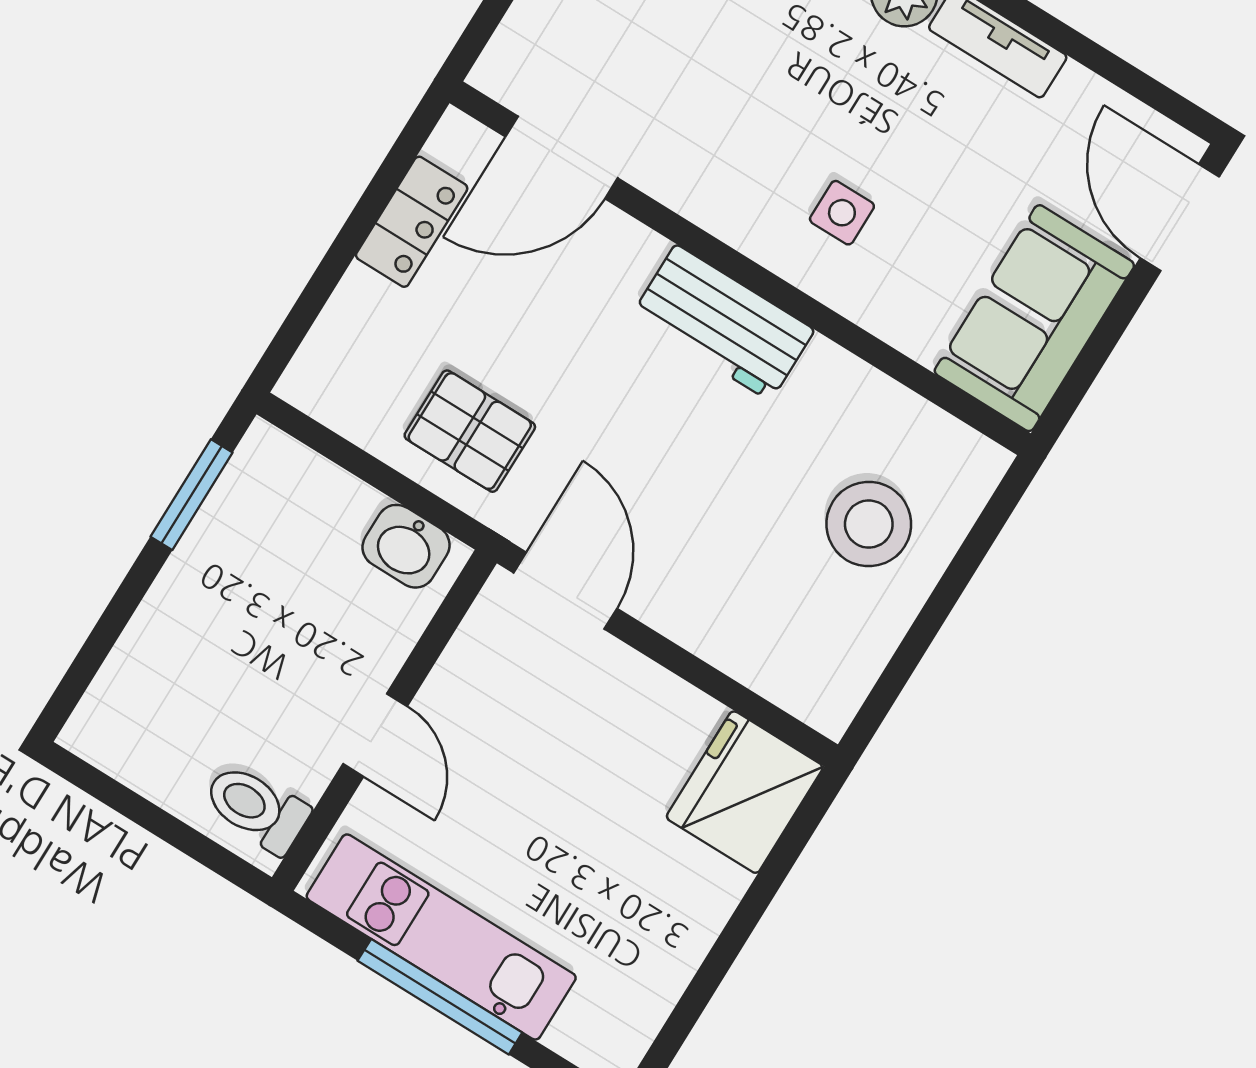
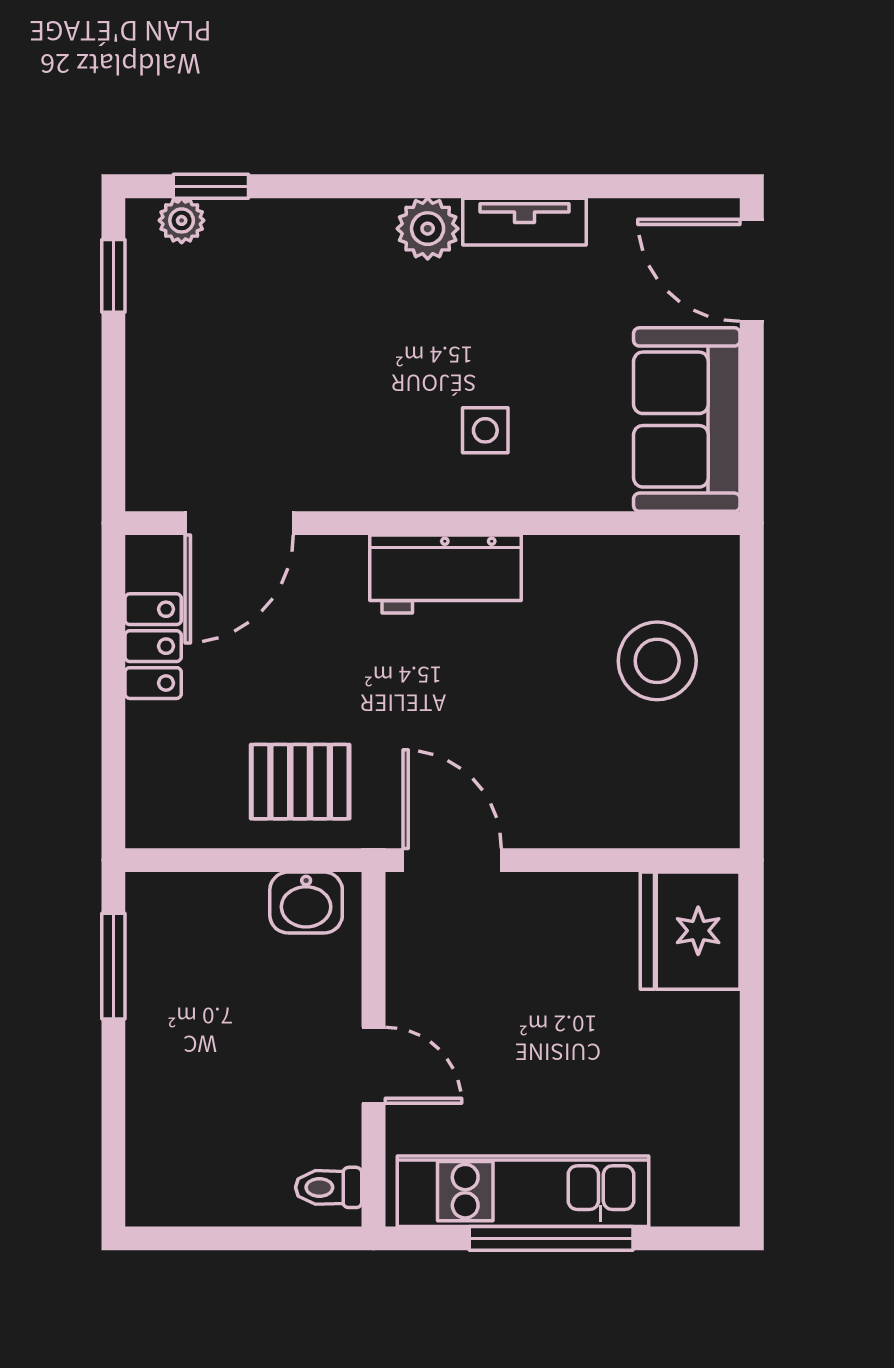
toilet: (256, 808) -> (329, 1187), width x0.73, depth x0.72

